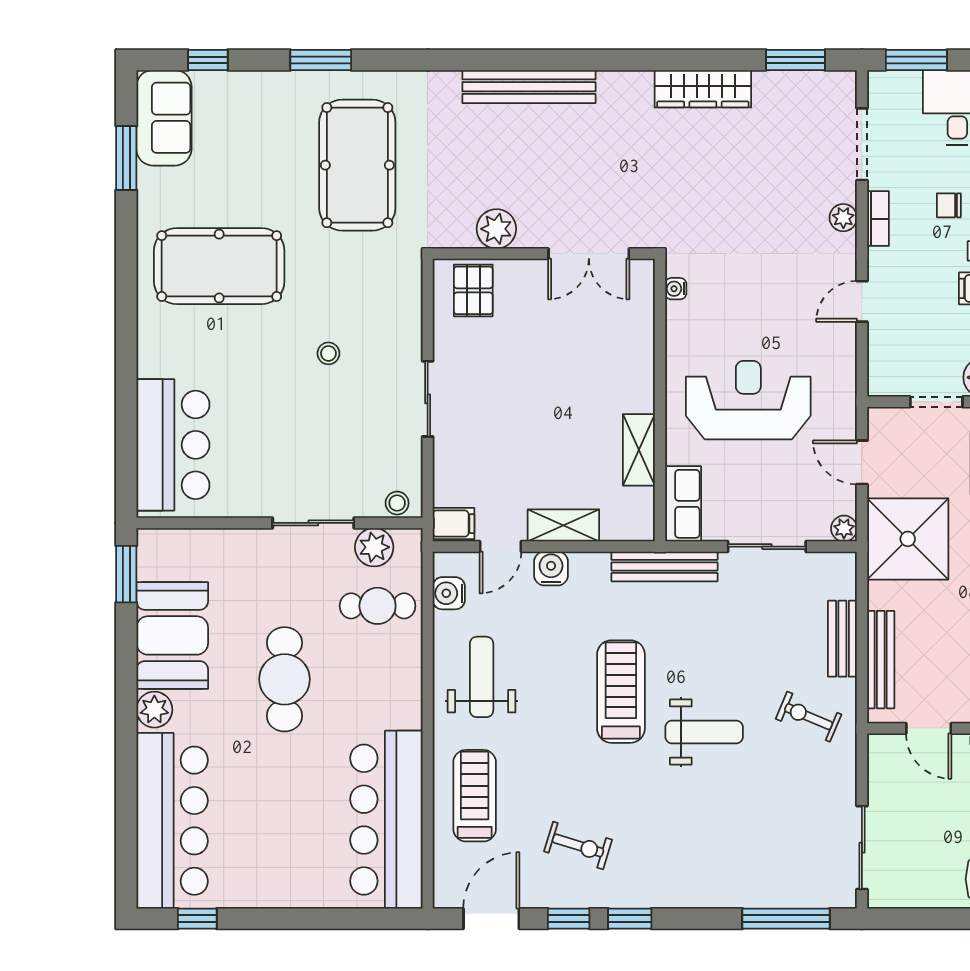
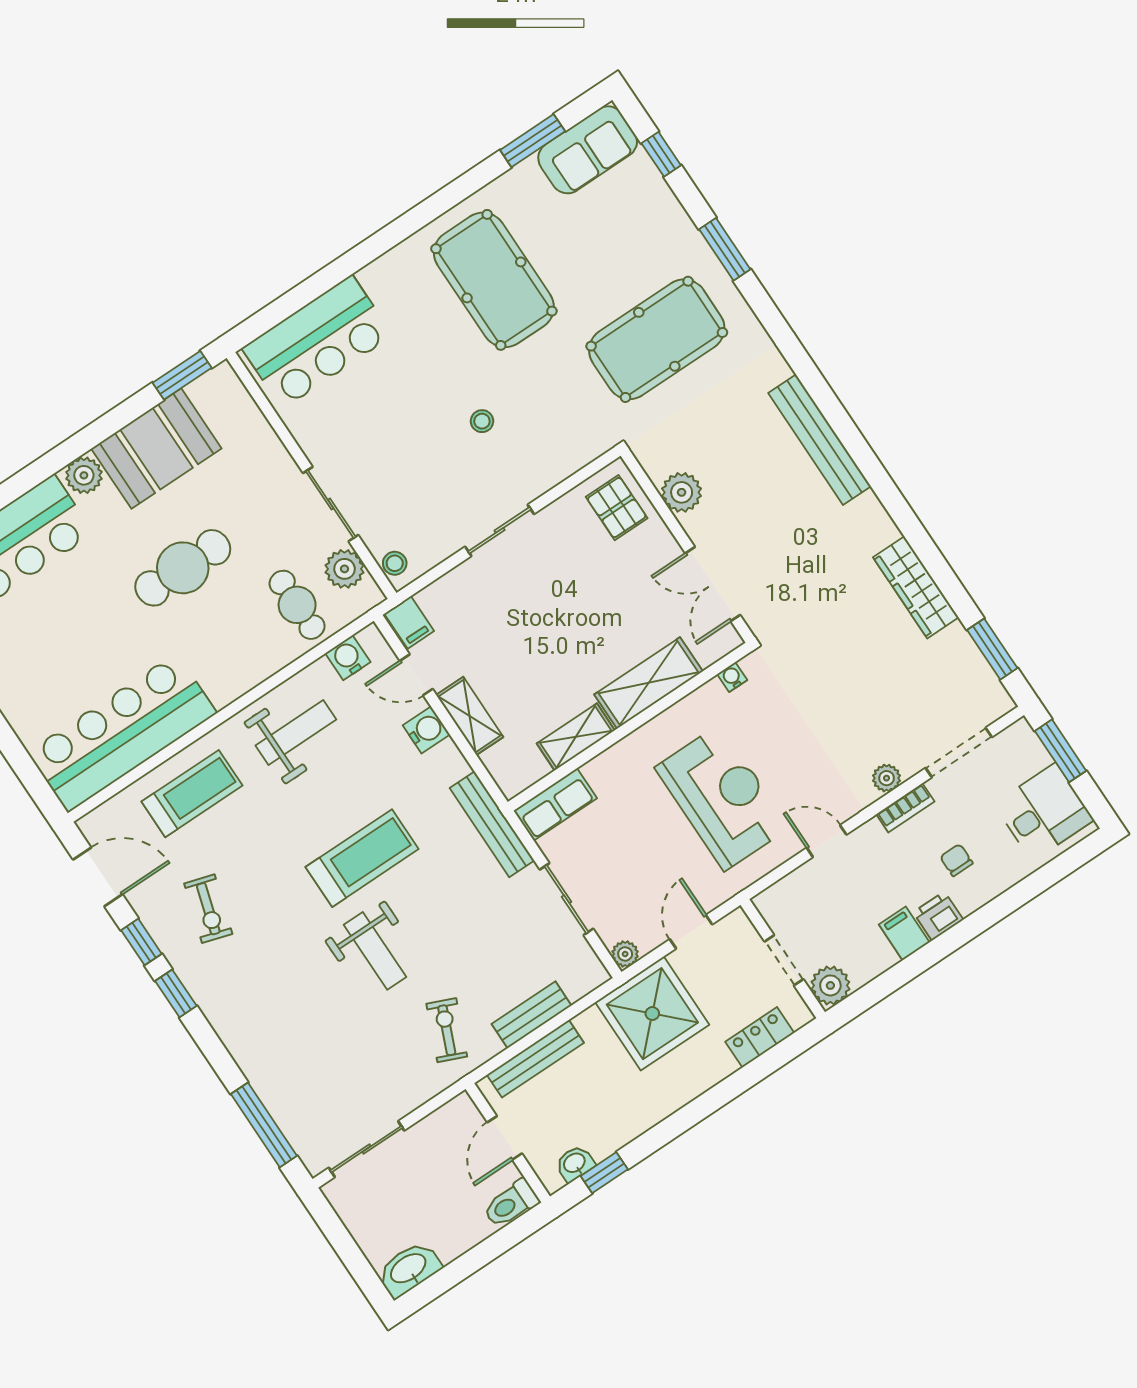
pallet: (473, 290) -> (617, 508), turned 90
shelving: (635, 361) -> (648, 683), added
reception desk: (748, 400) -> (722, 798), moved

